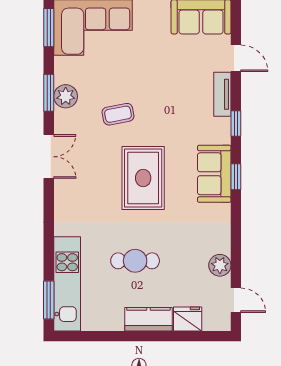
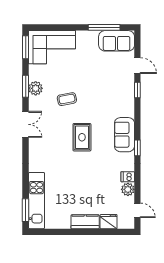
tv unit: (222, 94) -> (129, 87), removed
window: (236, 124) -> (137, 90), moved
window: (236, 177) -> (137, 148), moved
rug: (143, 178) -> (82, 137), width x0.73, depth x0.70
dishwasher: (220, 244) -> (128, 177), added
cafe table: (135, 261) -> (77, 187), removed

